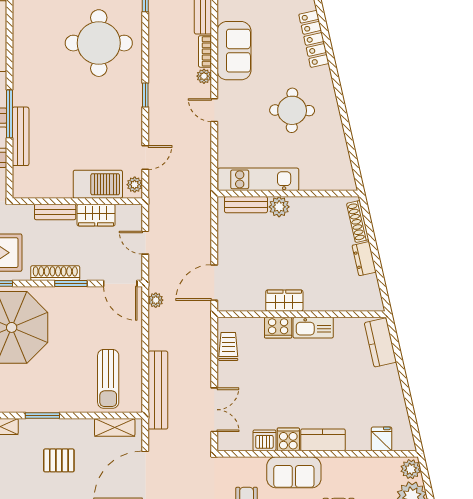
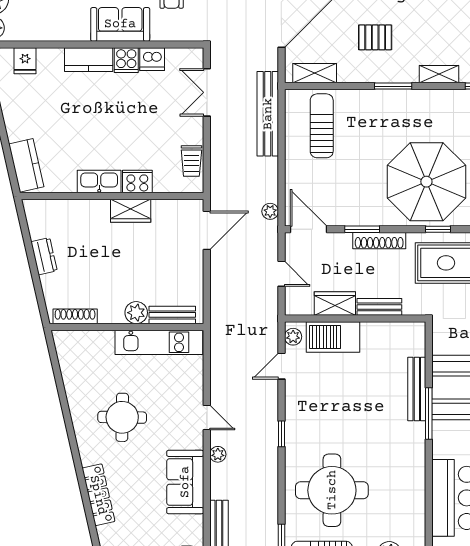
bookcase: (205, 51) -> (217, 481), removed
shoe rack: (358, 221) -> (75, 316), moved, turned -77

